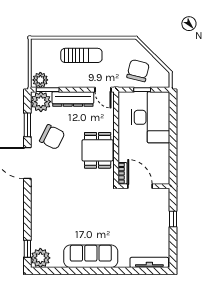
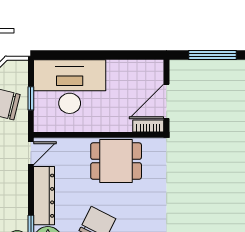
window: (173, 219) -> (213, 55), width x2.17

